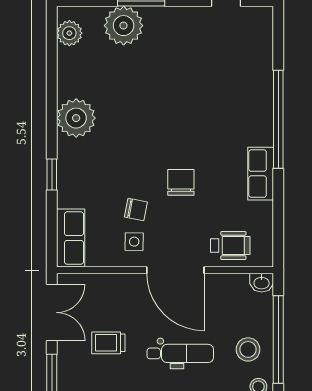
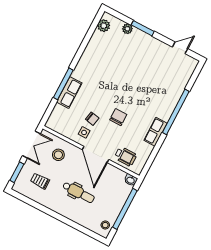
plant: (124, 26) -> (127, 29), width x0.53, depth x0.53
plant: (76, 118) -> (87, 65), removed
window: (52, 174) -> (63, 84), width x2.17
row of seats: (71, 238) -> (69, 93), moved
trolley: (108, 343) -> (40, 181), moved
stool: (248, 349) -> (58, 155), moved

